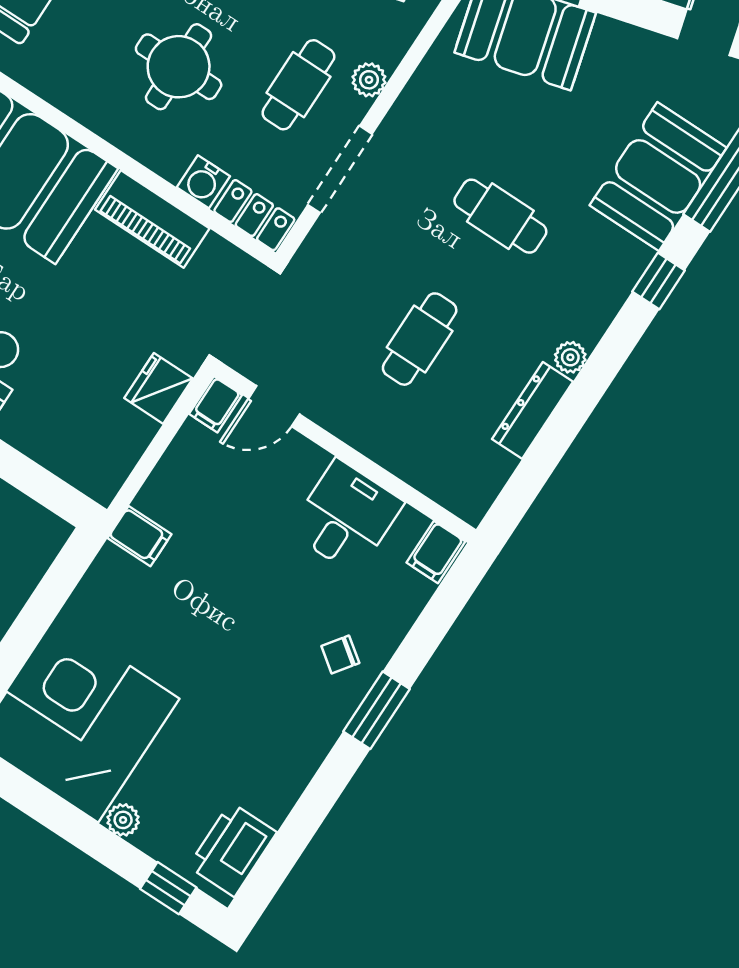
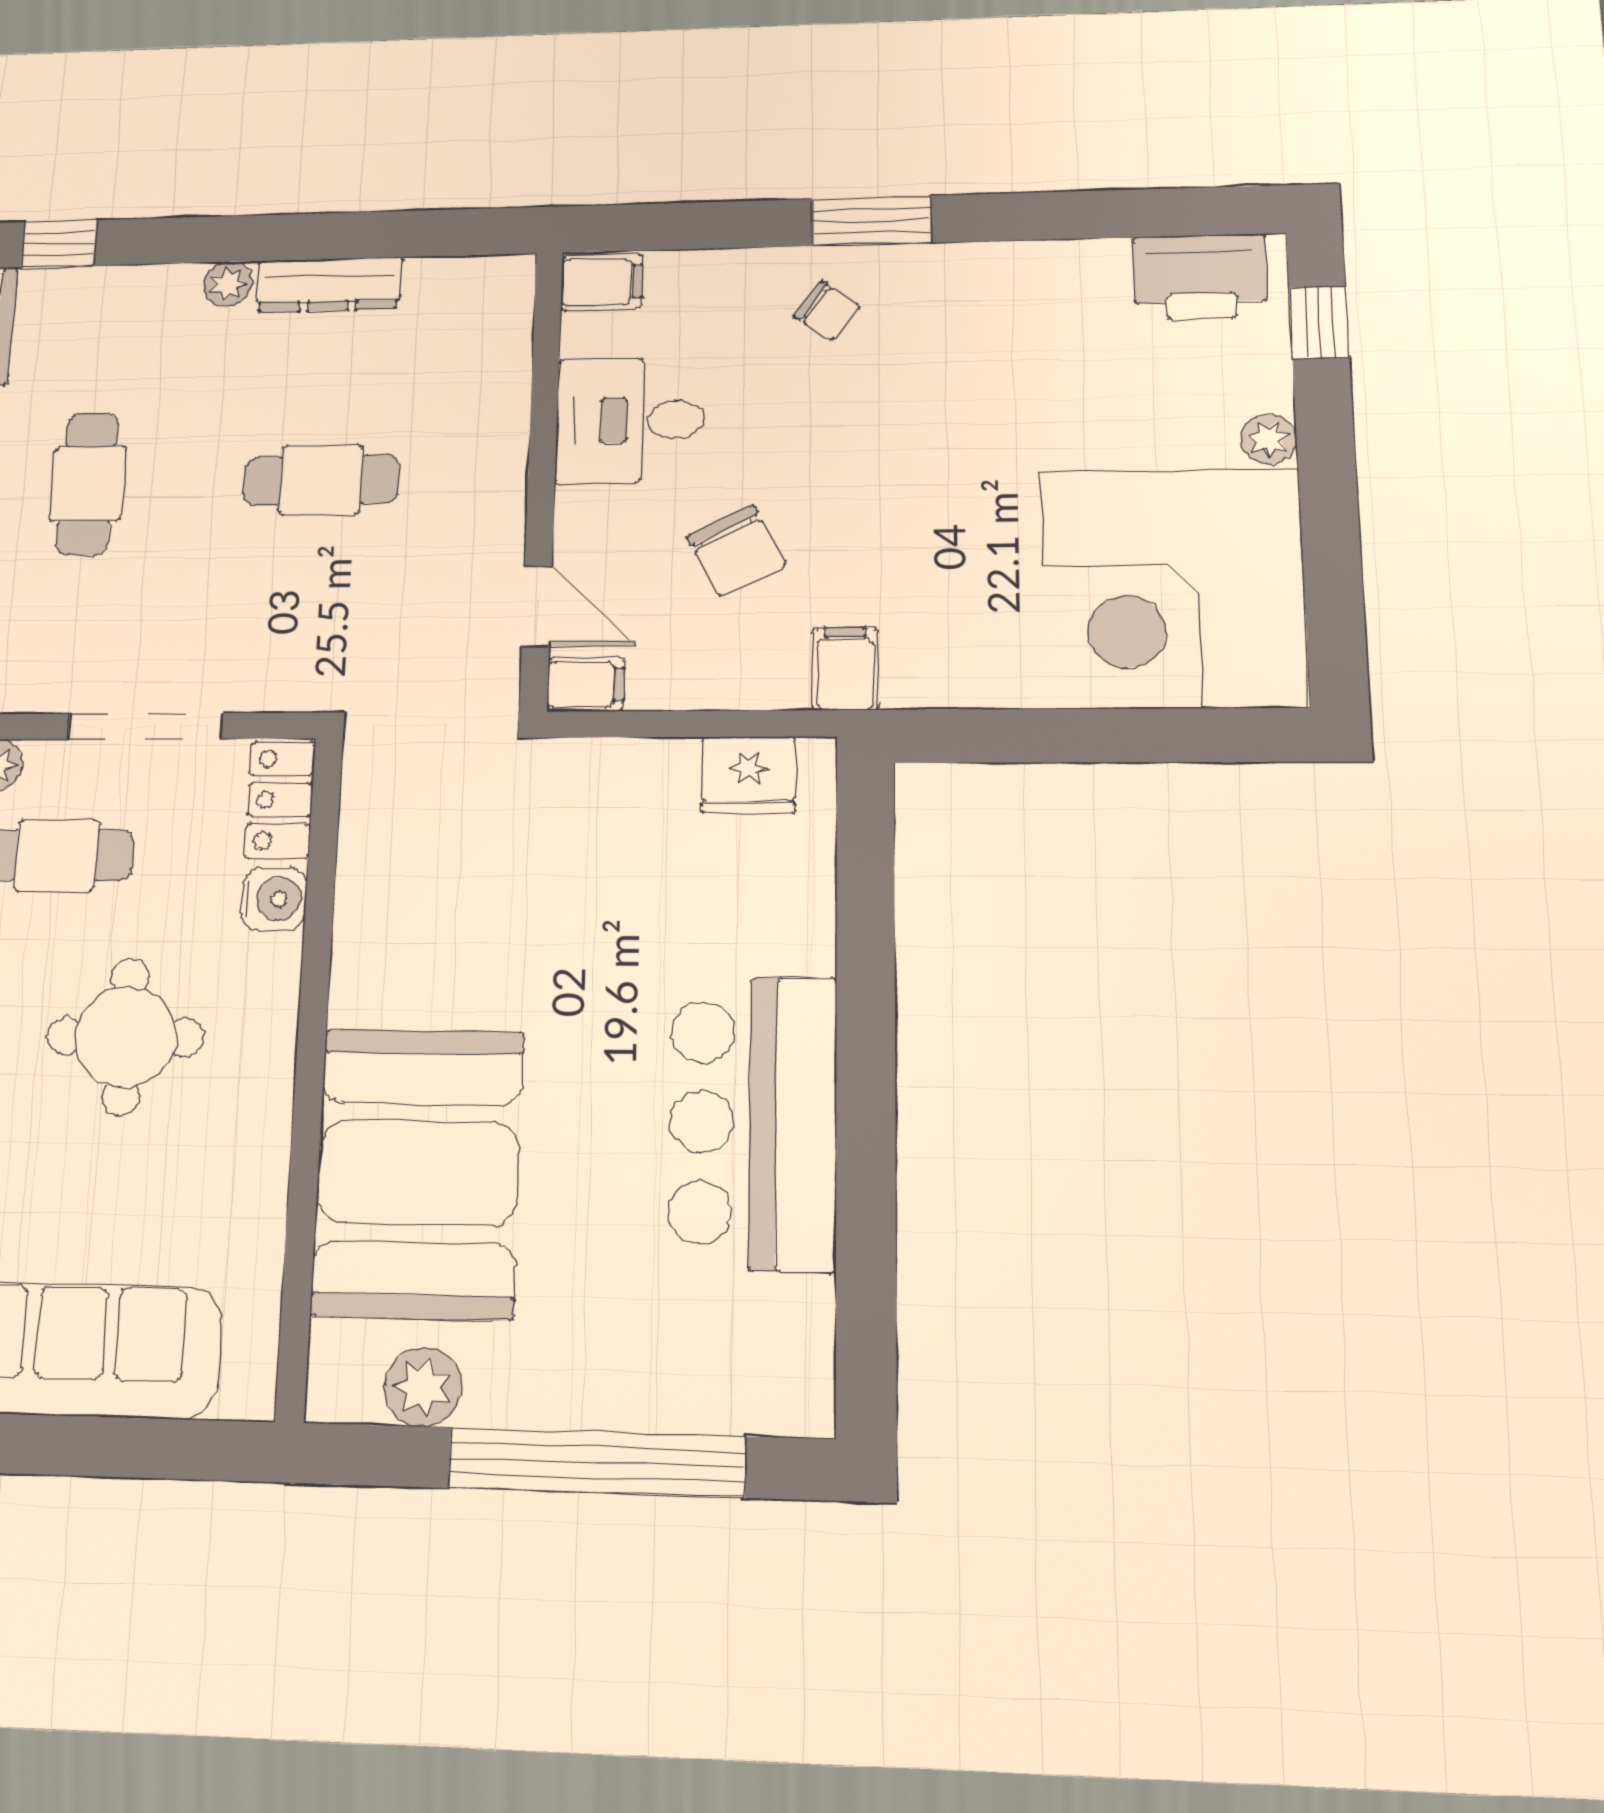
piano: (152, 219) -> (372, 936), removed
fridge: (159, 388) -> (748, 775), moved
chair: (238, 524) -> (736, 551), added

